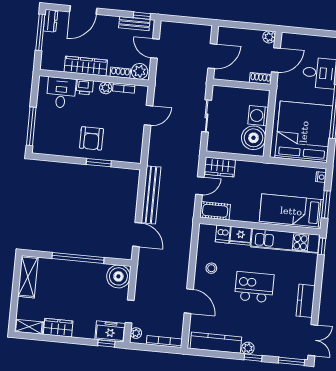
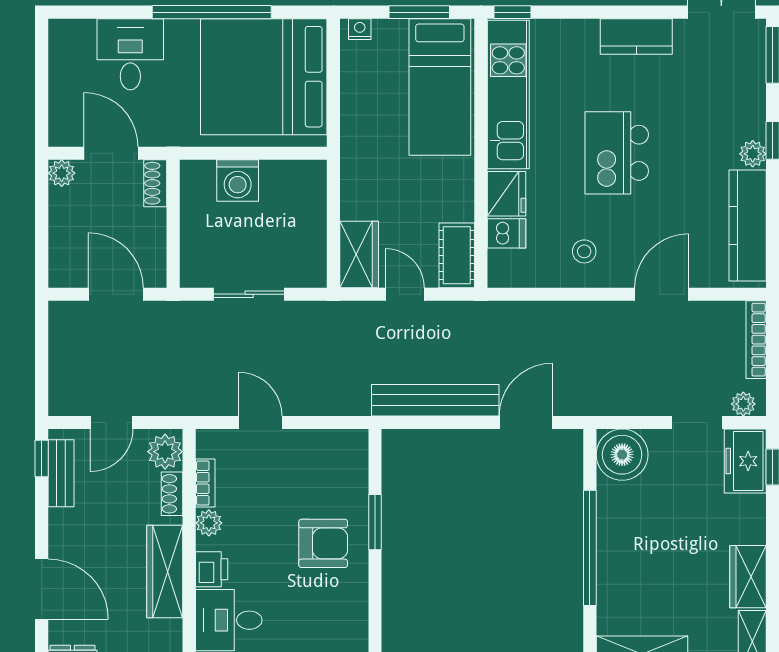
boiler: (254, 138) -> (288, 186), removed

